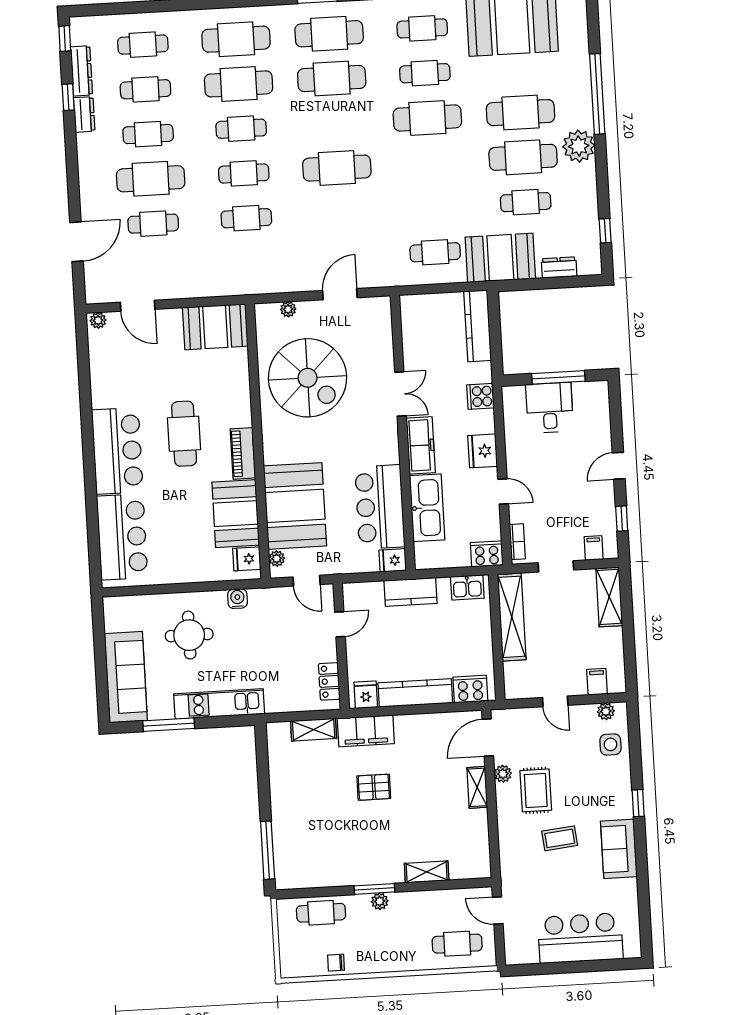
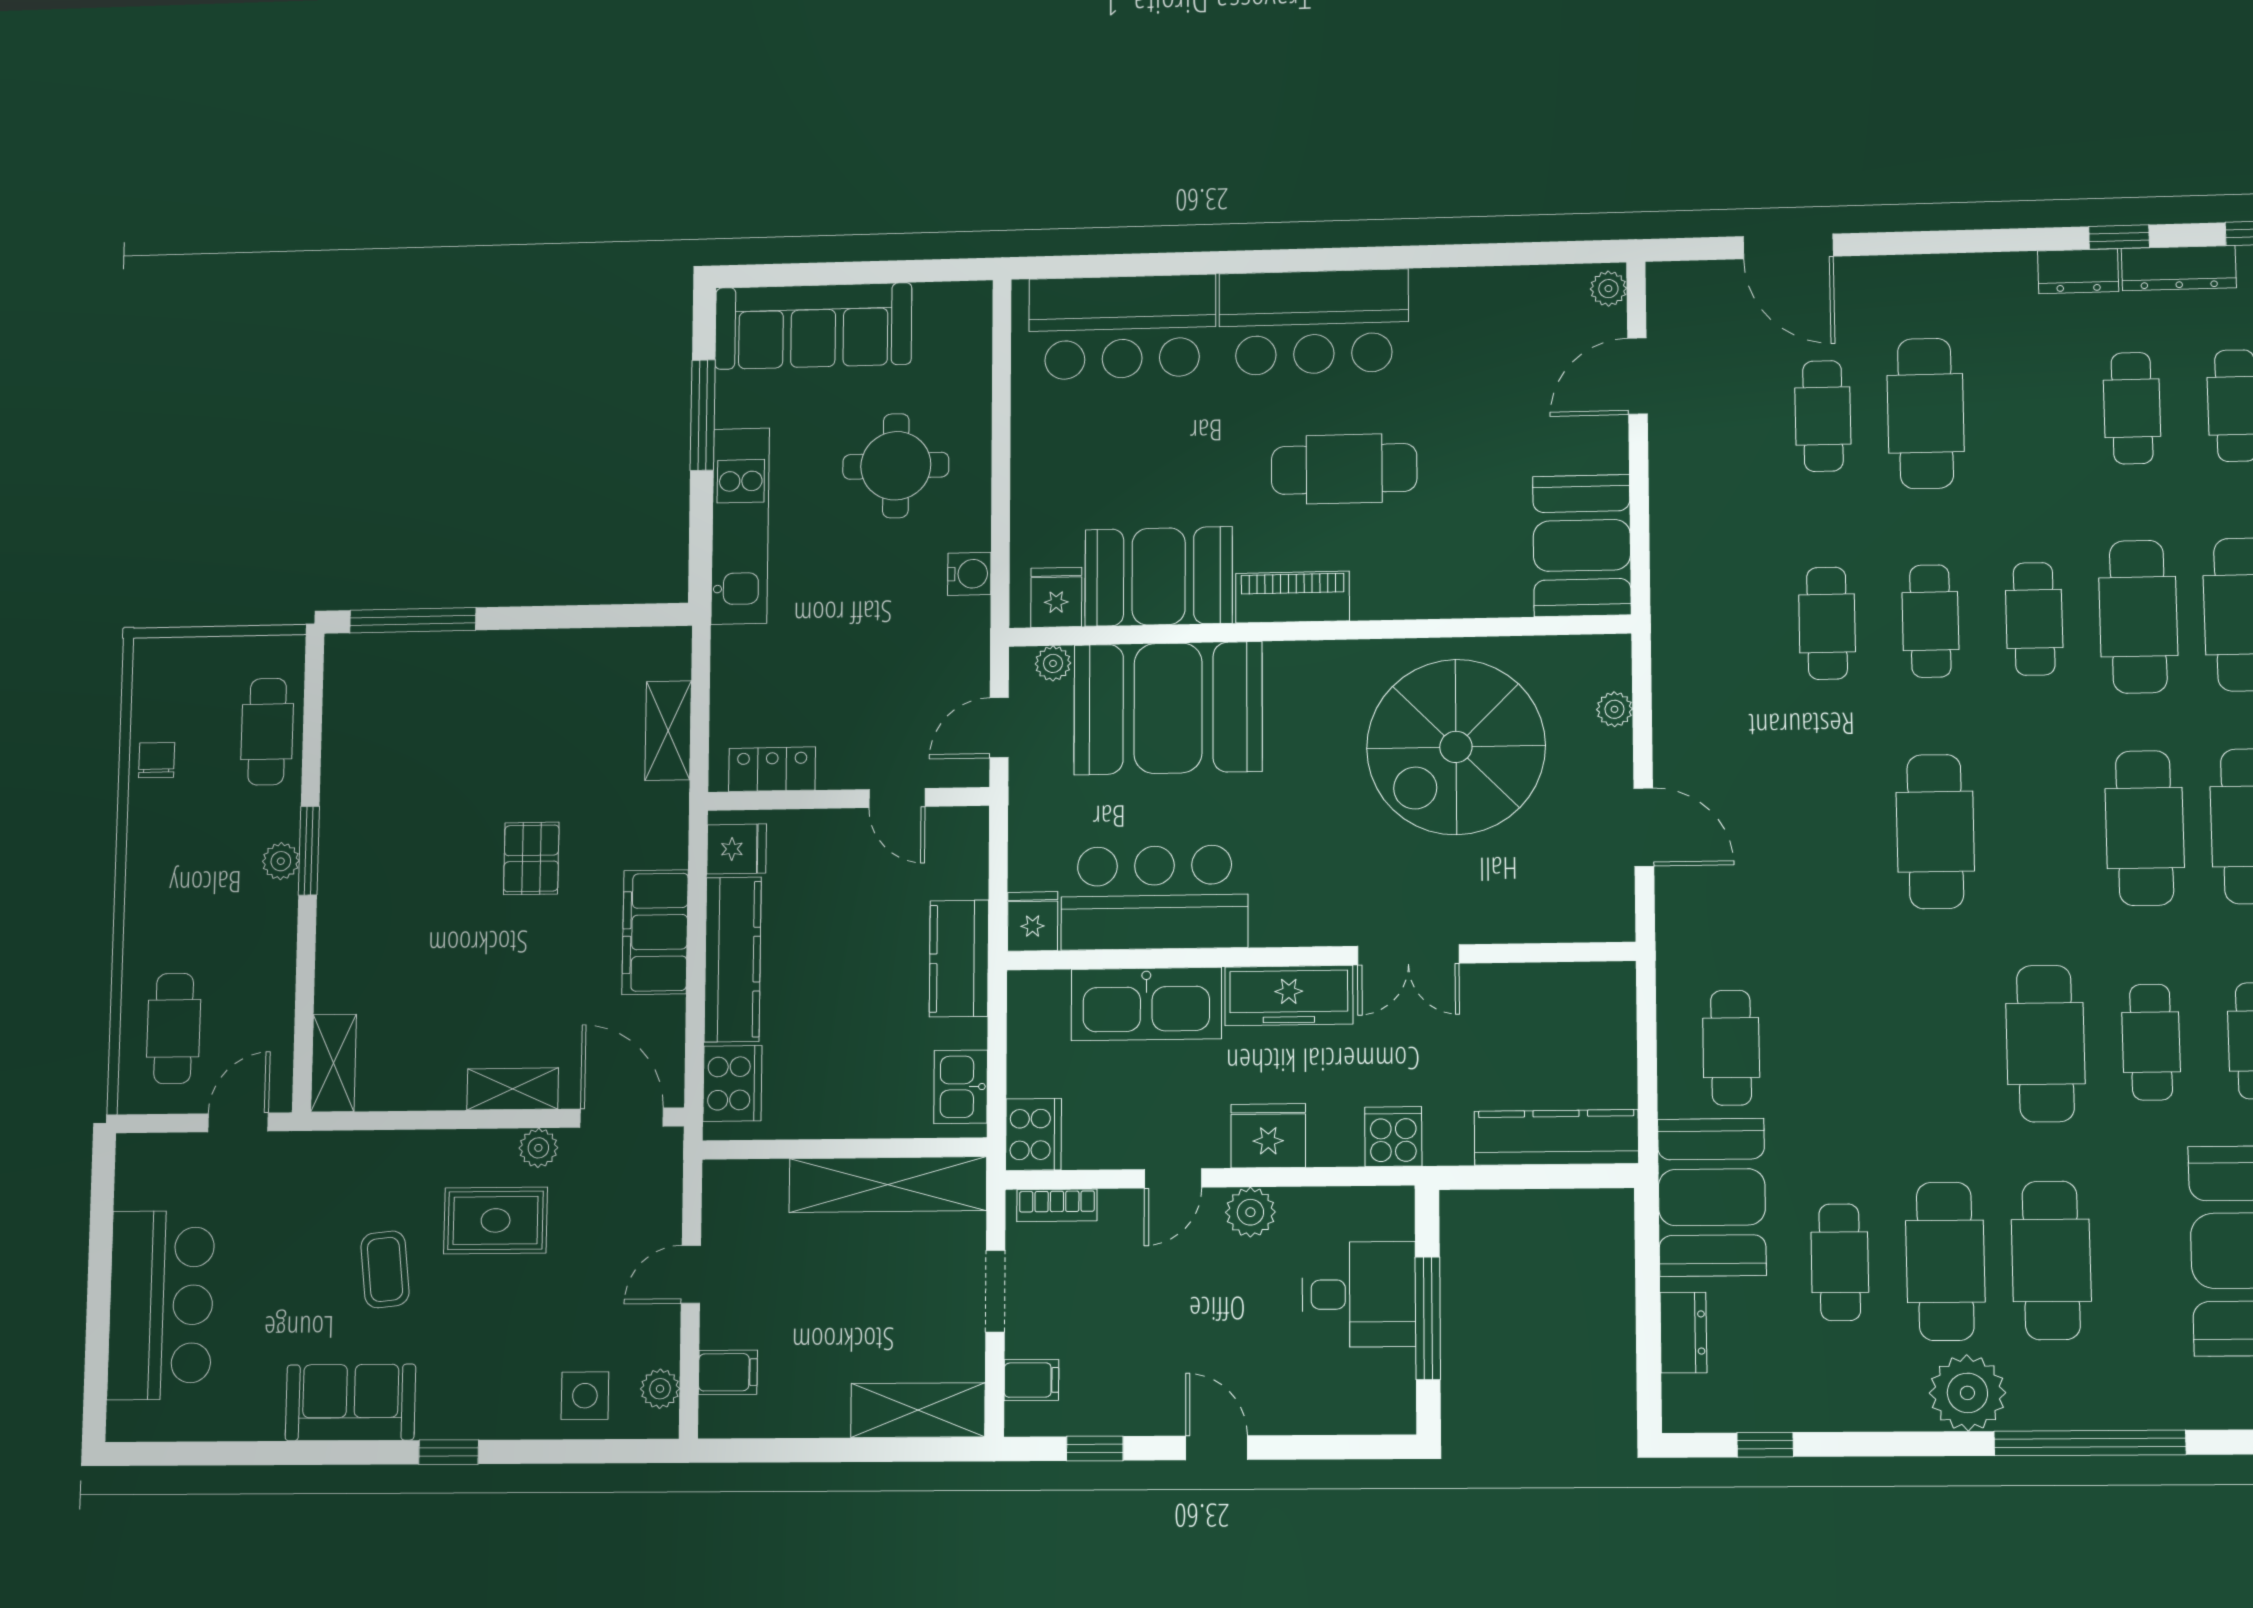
cafe table: (148, 134) -> (2029, 411), removed
plant: (516, 457) -> (1250, 1212), added
filing cabinet: (366, 731) -> (655, 932), moved
shelving: (427, 872) -> (334, 1063), moved

